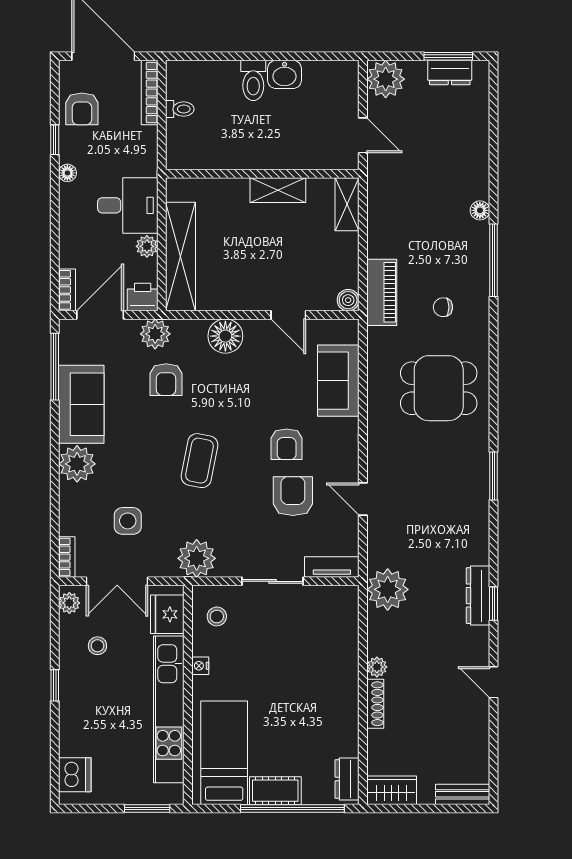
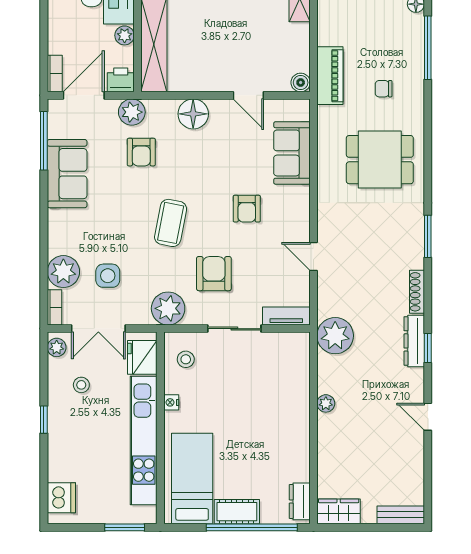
plant: (77, 464) -> (63, 272), moved
armchair: (293, 496) -> (214, 274), moved
shoe rack: (375, 704) -> (417, 292), moved, turned 180

